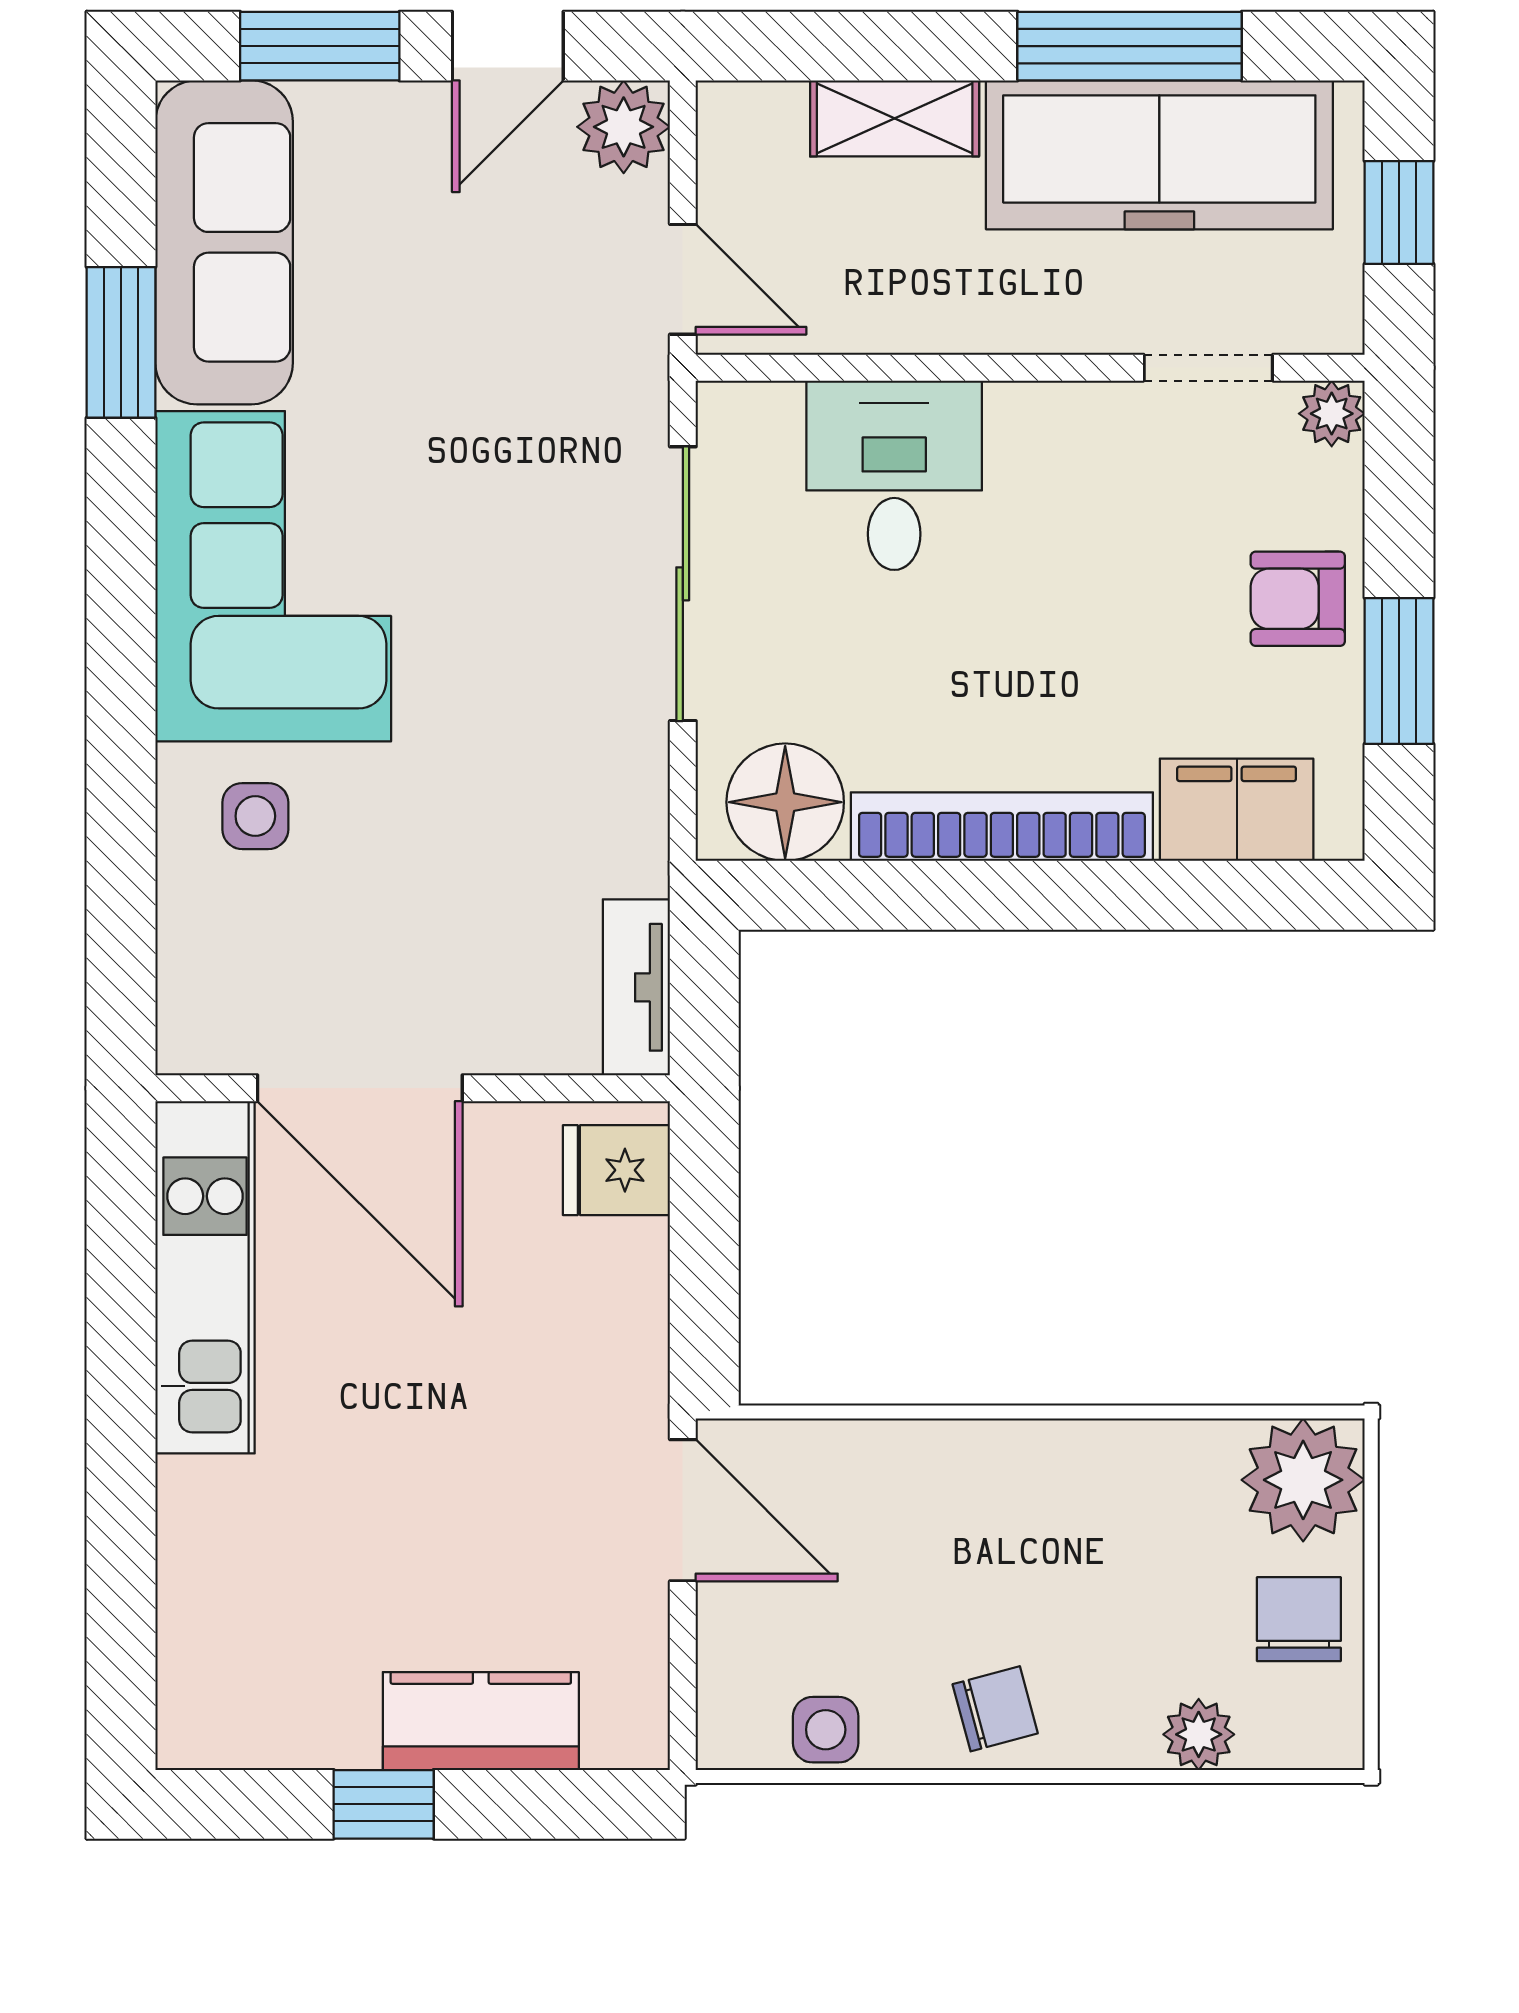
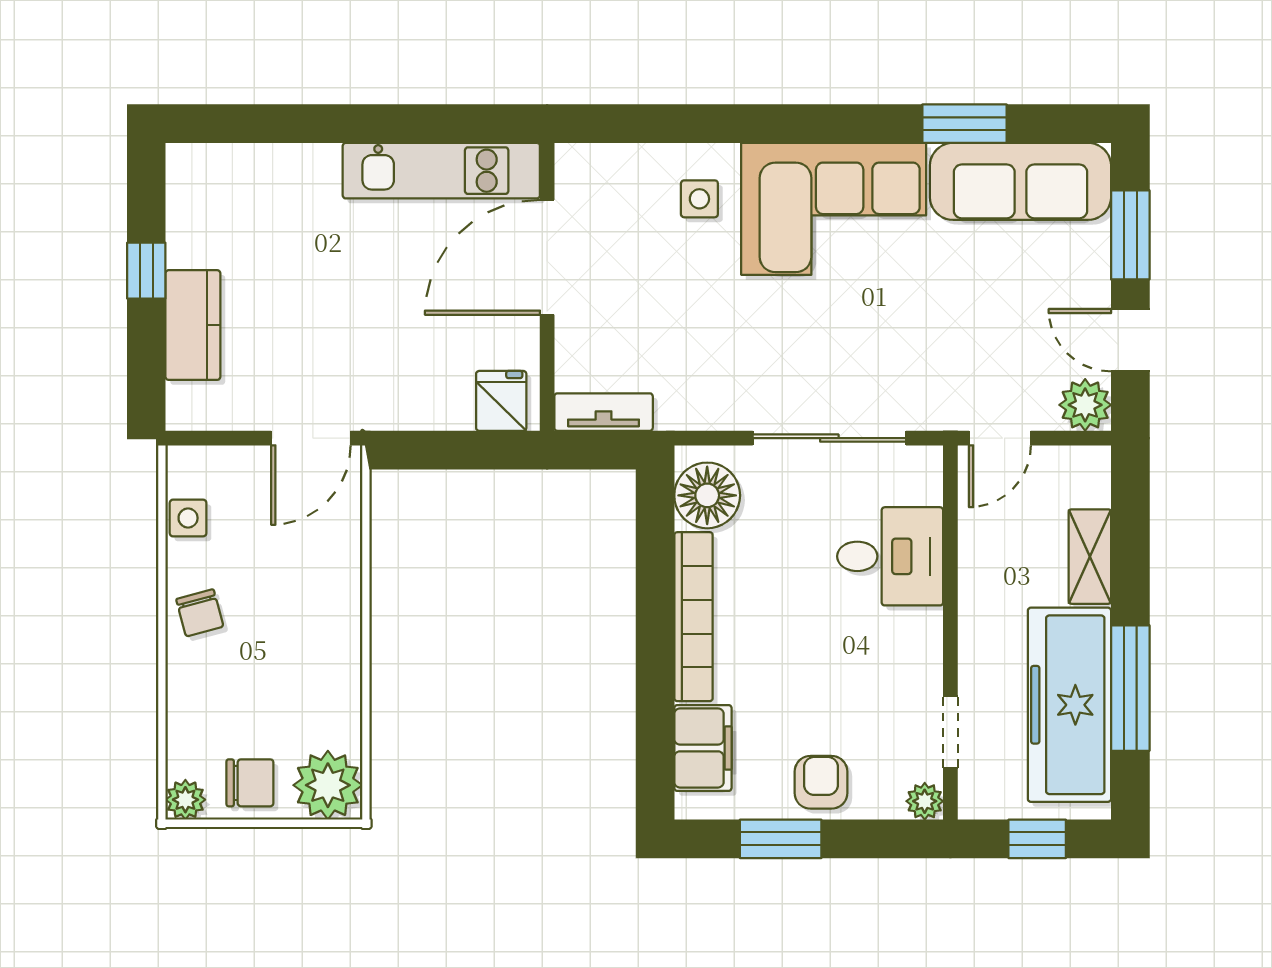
plant: (1199, 1734) -> (185, 800), moved

